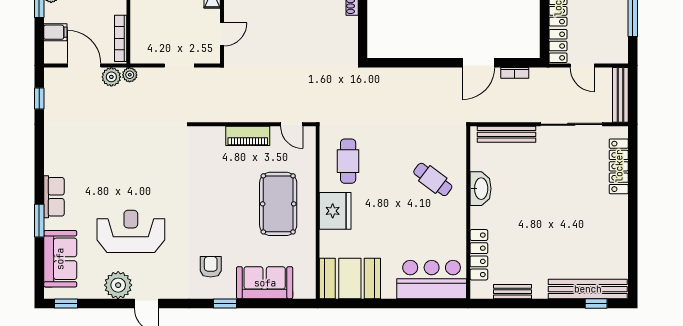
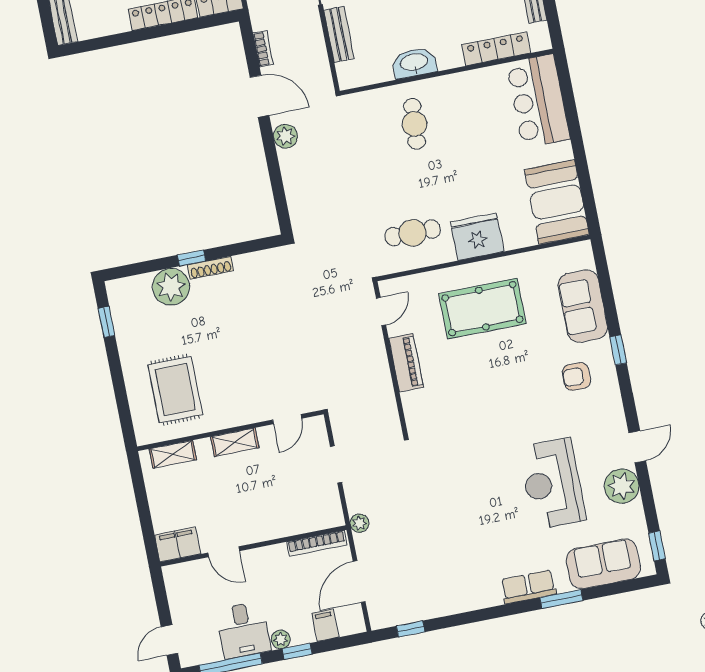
door: (222, 34) -> (287, 419), swing flipped
plant: (111, 77) -> (286, 136), moved
bench: (507, 134) -> (339, 34), width x0.73
cafe table: (433, 179) -> (415, 124), turned -33

